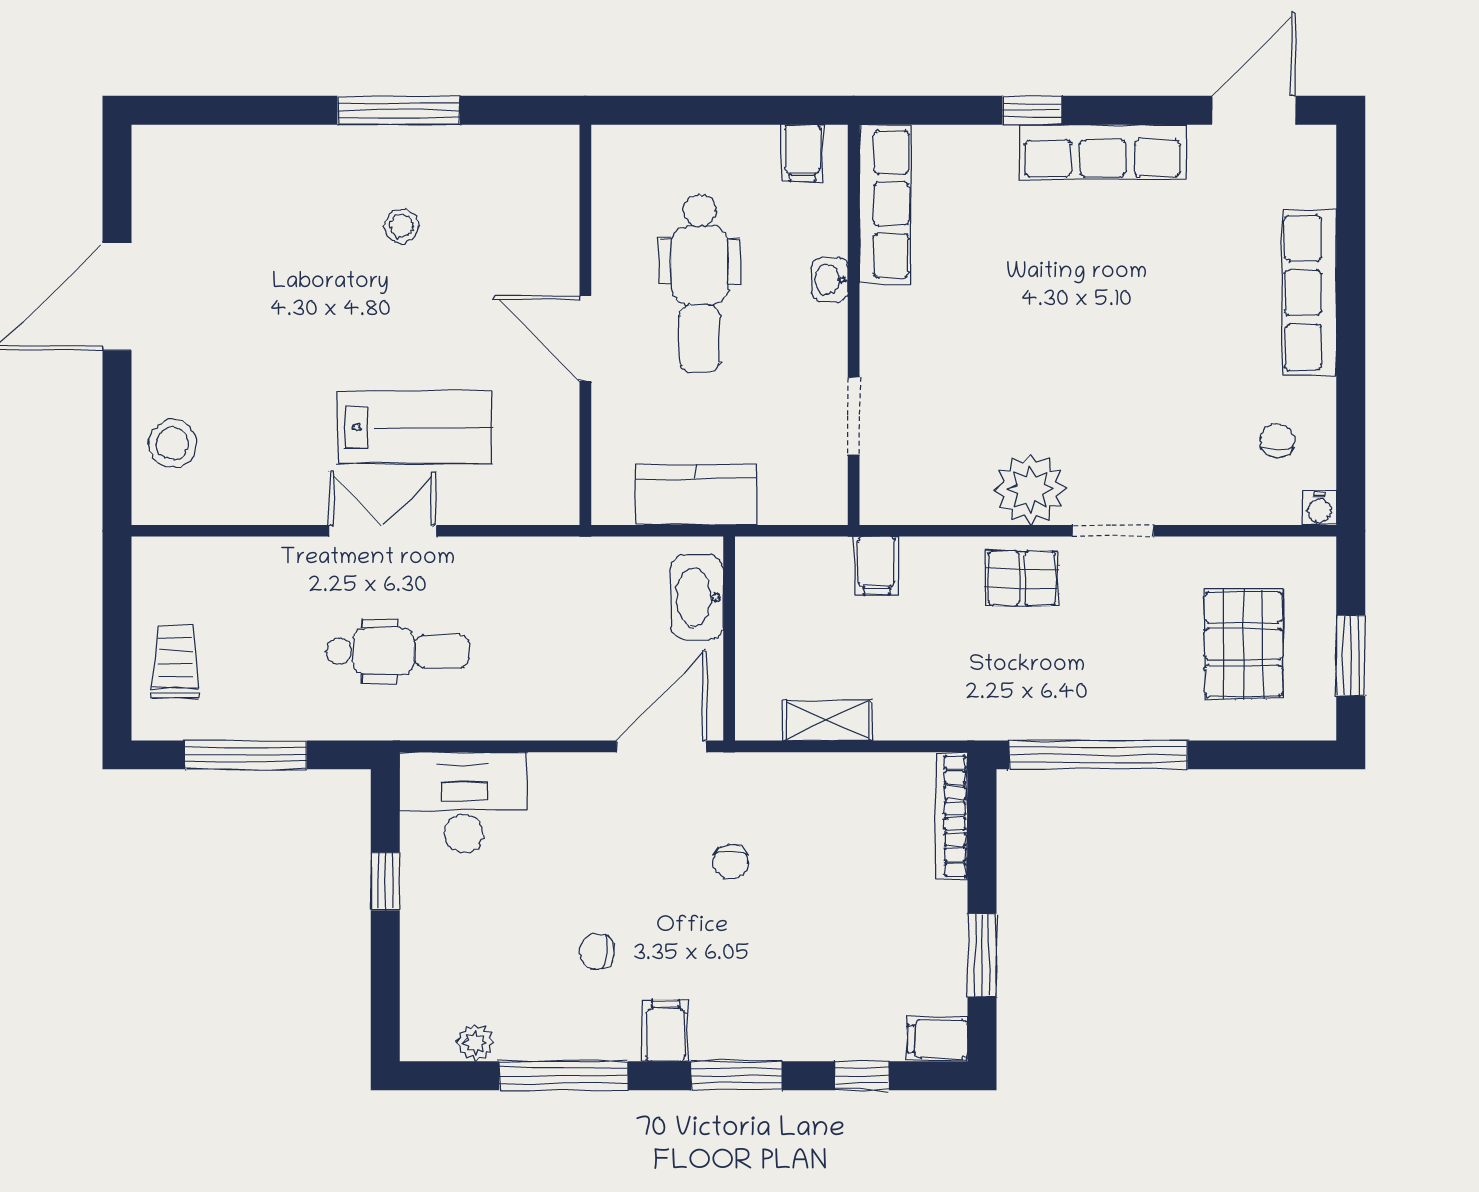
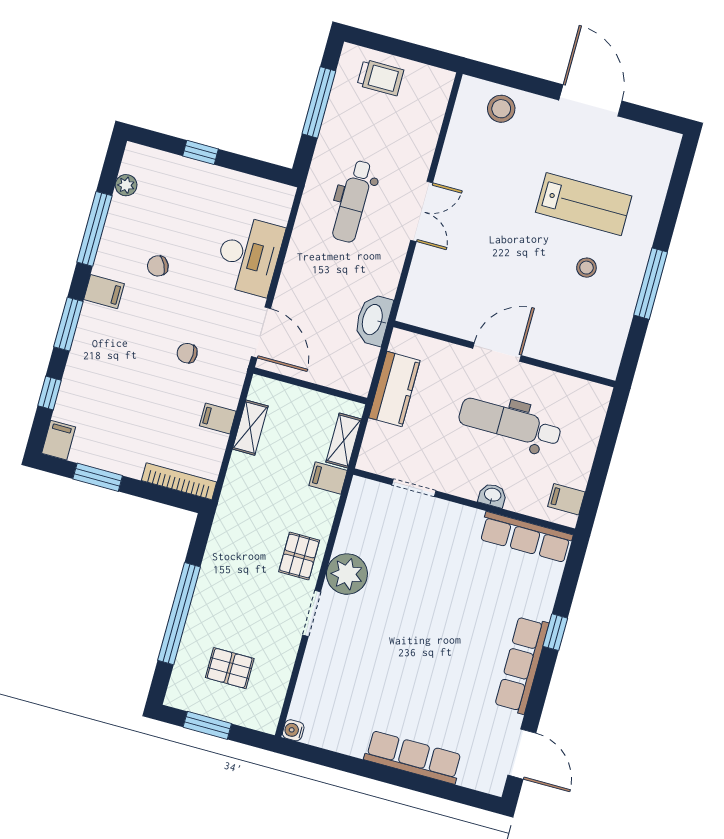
lab bench: (414, 427) -> (584, 204), moved, turned -90
chair: (1277, 440) -> (337, 717), removed
shelving: (806, 557) -> (344, 441), added
washbasin: (697, 598) -> (373, 320), moved, turned -90
pallet: (1244, 644) -> (230, 668), width x0.67, depth x0.71
window: (1098, 755) -> (179, 614), moved
filing cabinet: (827, 780) -> (218, 418), added
desk: (464, 802) -> (249, 255), moved
window: (385, 881) -> (200, 152), moved
chair: (597, 952) -> (158, 266), turned -121

